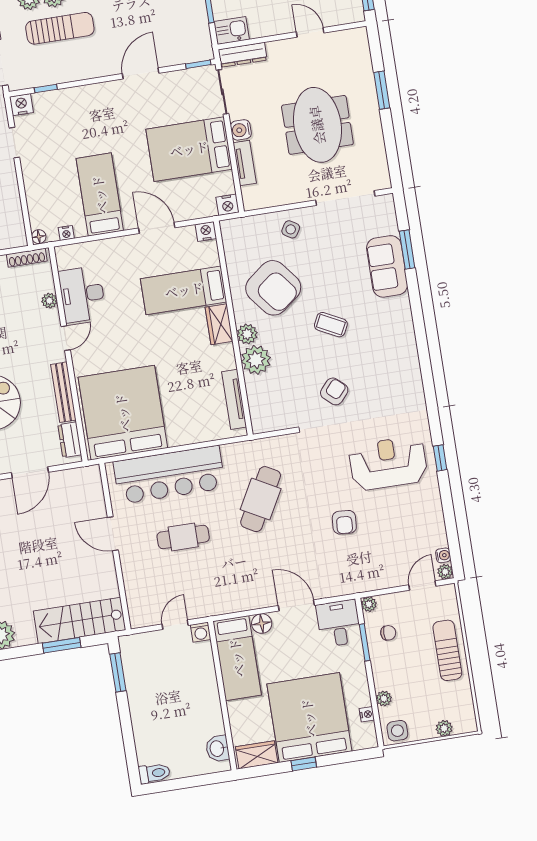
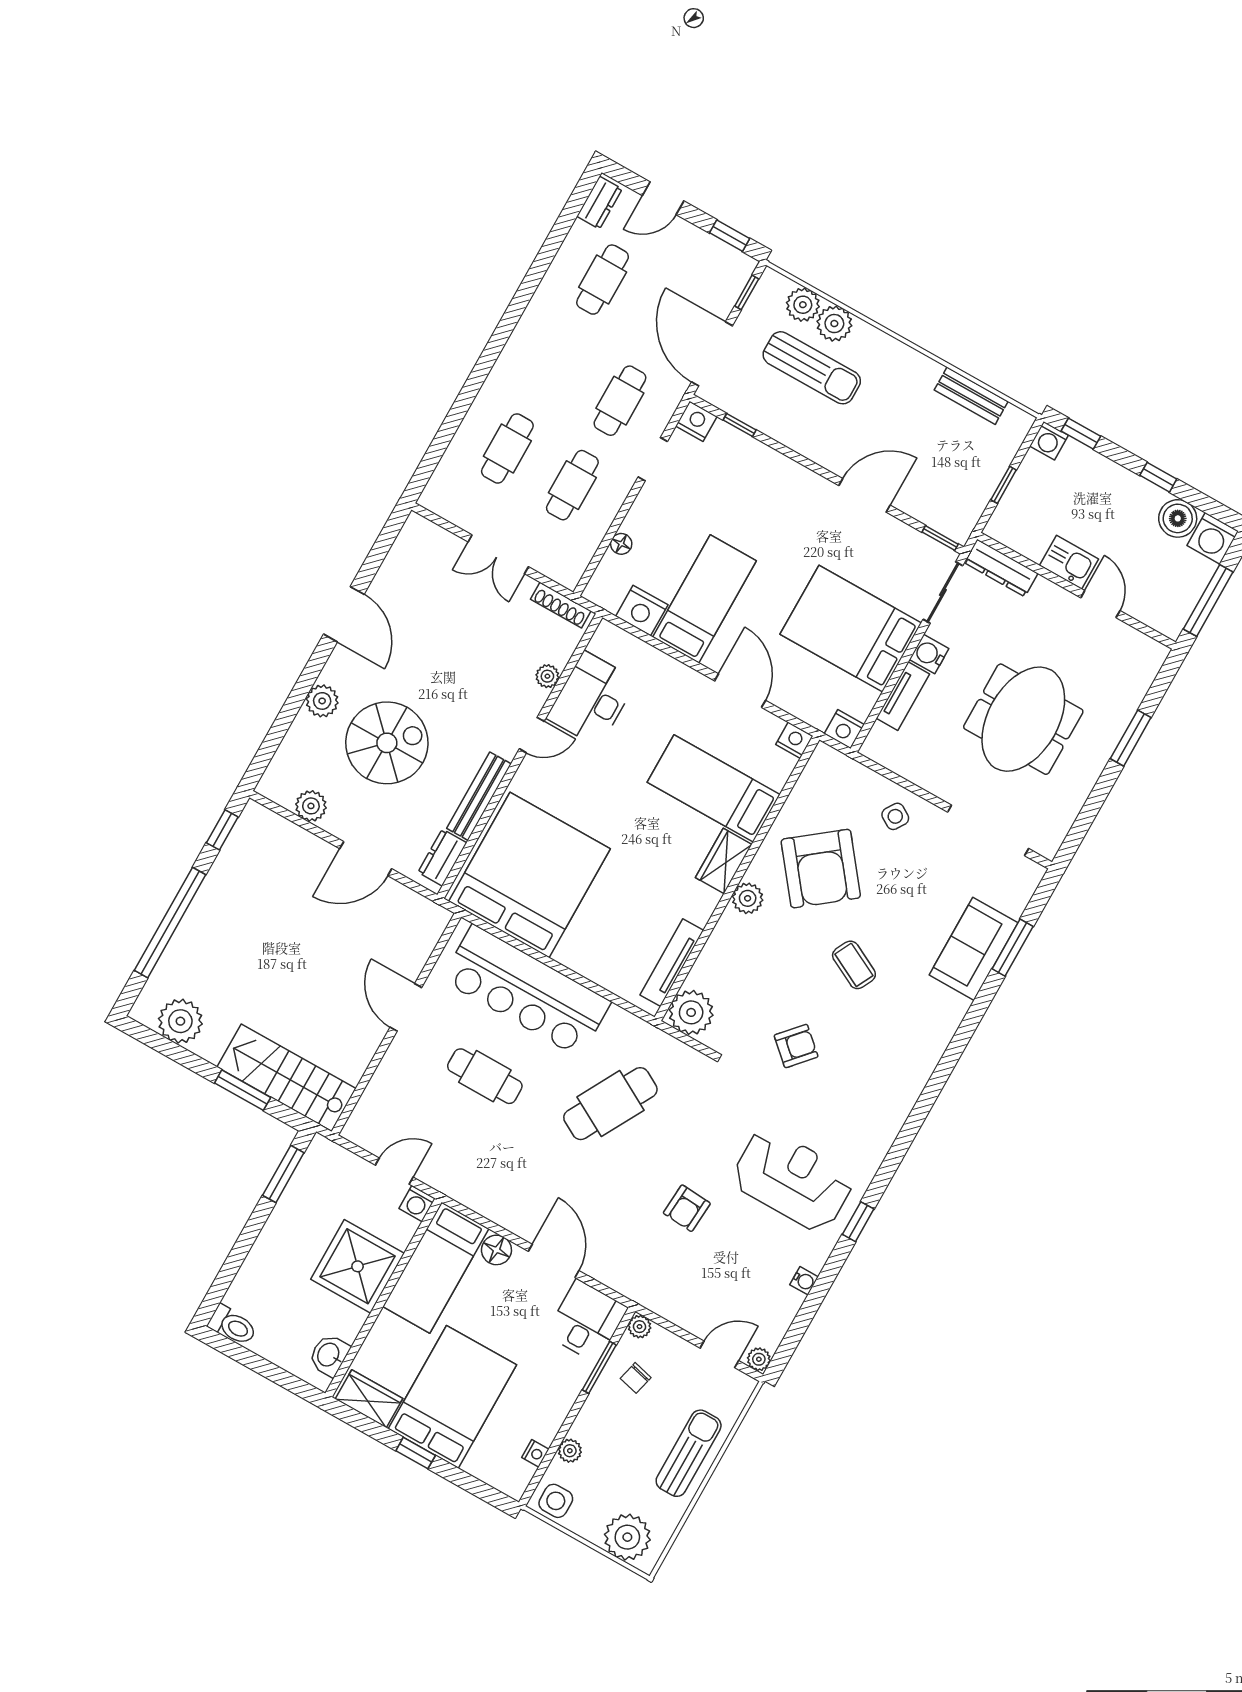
kitchen sink: (232, 30) -> (1069, 562), moved
nightstand: (66, 233) -> (642, 611), width x1.89, depth x1.79
floor lamp: (39, 237) -> (621, 544), moved
plant: (256, 360) -> (691, 1012), moved
water cooler: (443, 555) -> (804, 1281), moved
chair: (388, 633) -> (636, 1378), turned 104
shower: (195, 690) -> (358, 1266), added
bed: (309, 718) -> (452, 1397), width x0.73
plant: (444, 728) -> (627, 1537), width x1.87, depth x1.87

